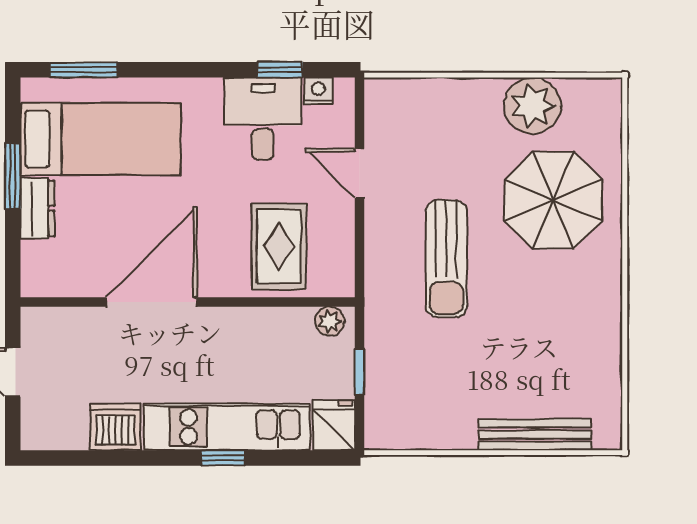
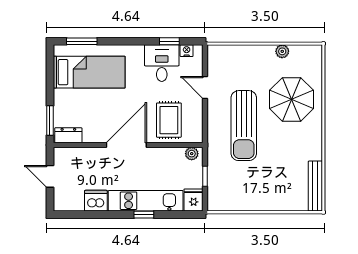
plant: (532, 106) -> (282, 51), width x0.53, depth x0.53
window: (13, 176) -> (50, 121), moved
dresser: (37, 208) -> (68, 135), moved, turned -90
sun lounger: (446, 259) -> (244, 126), width x1.36, depth x1.34
door: (152, 302) -> (126, 145), moved
bench: (535, 435) -> (315, 186), moved, turned 90

